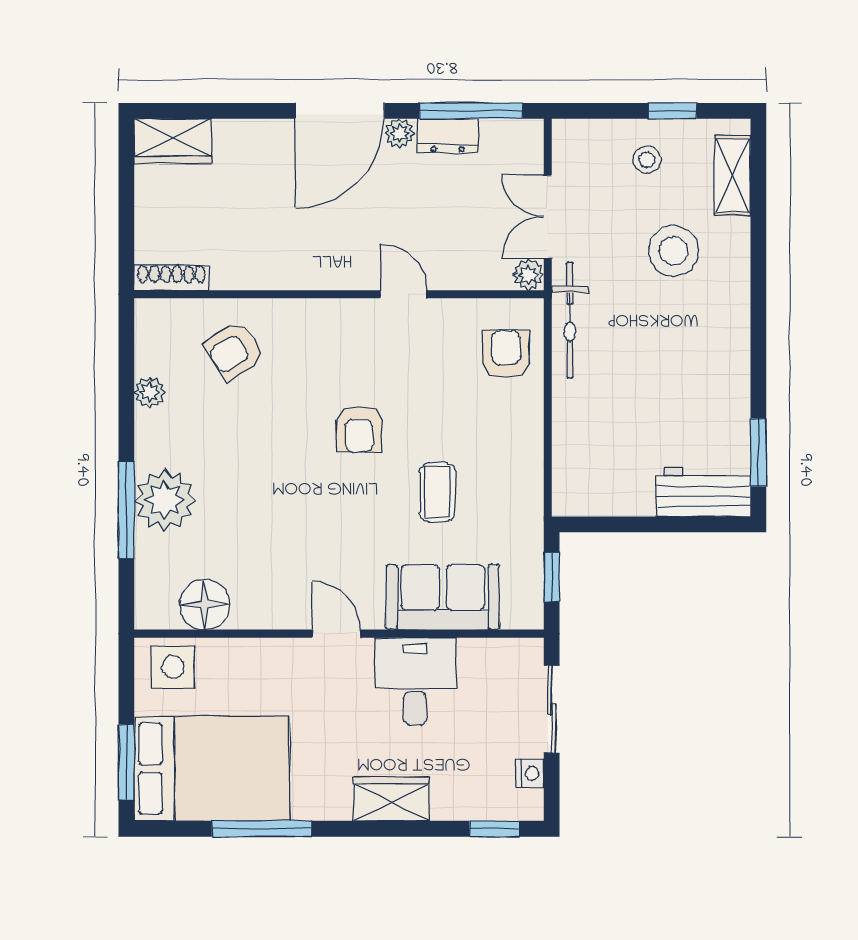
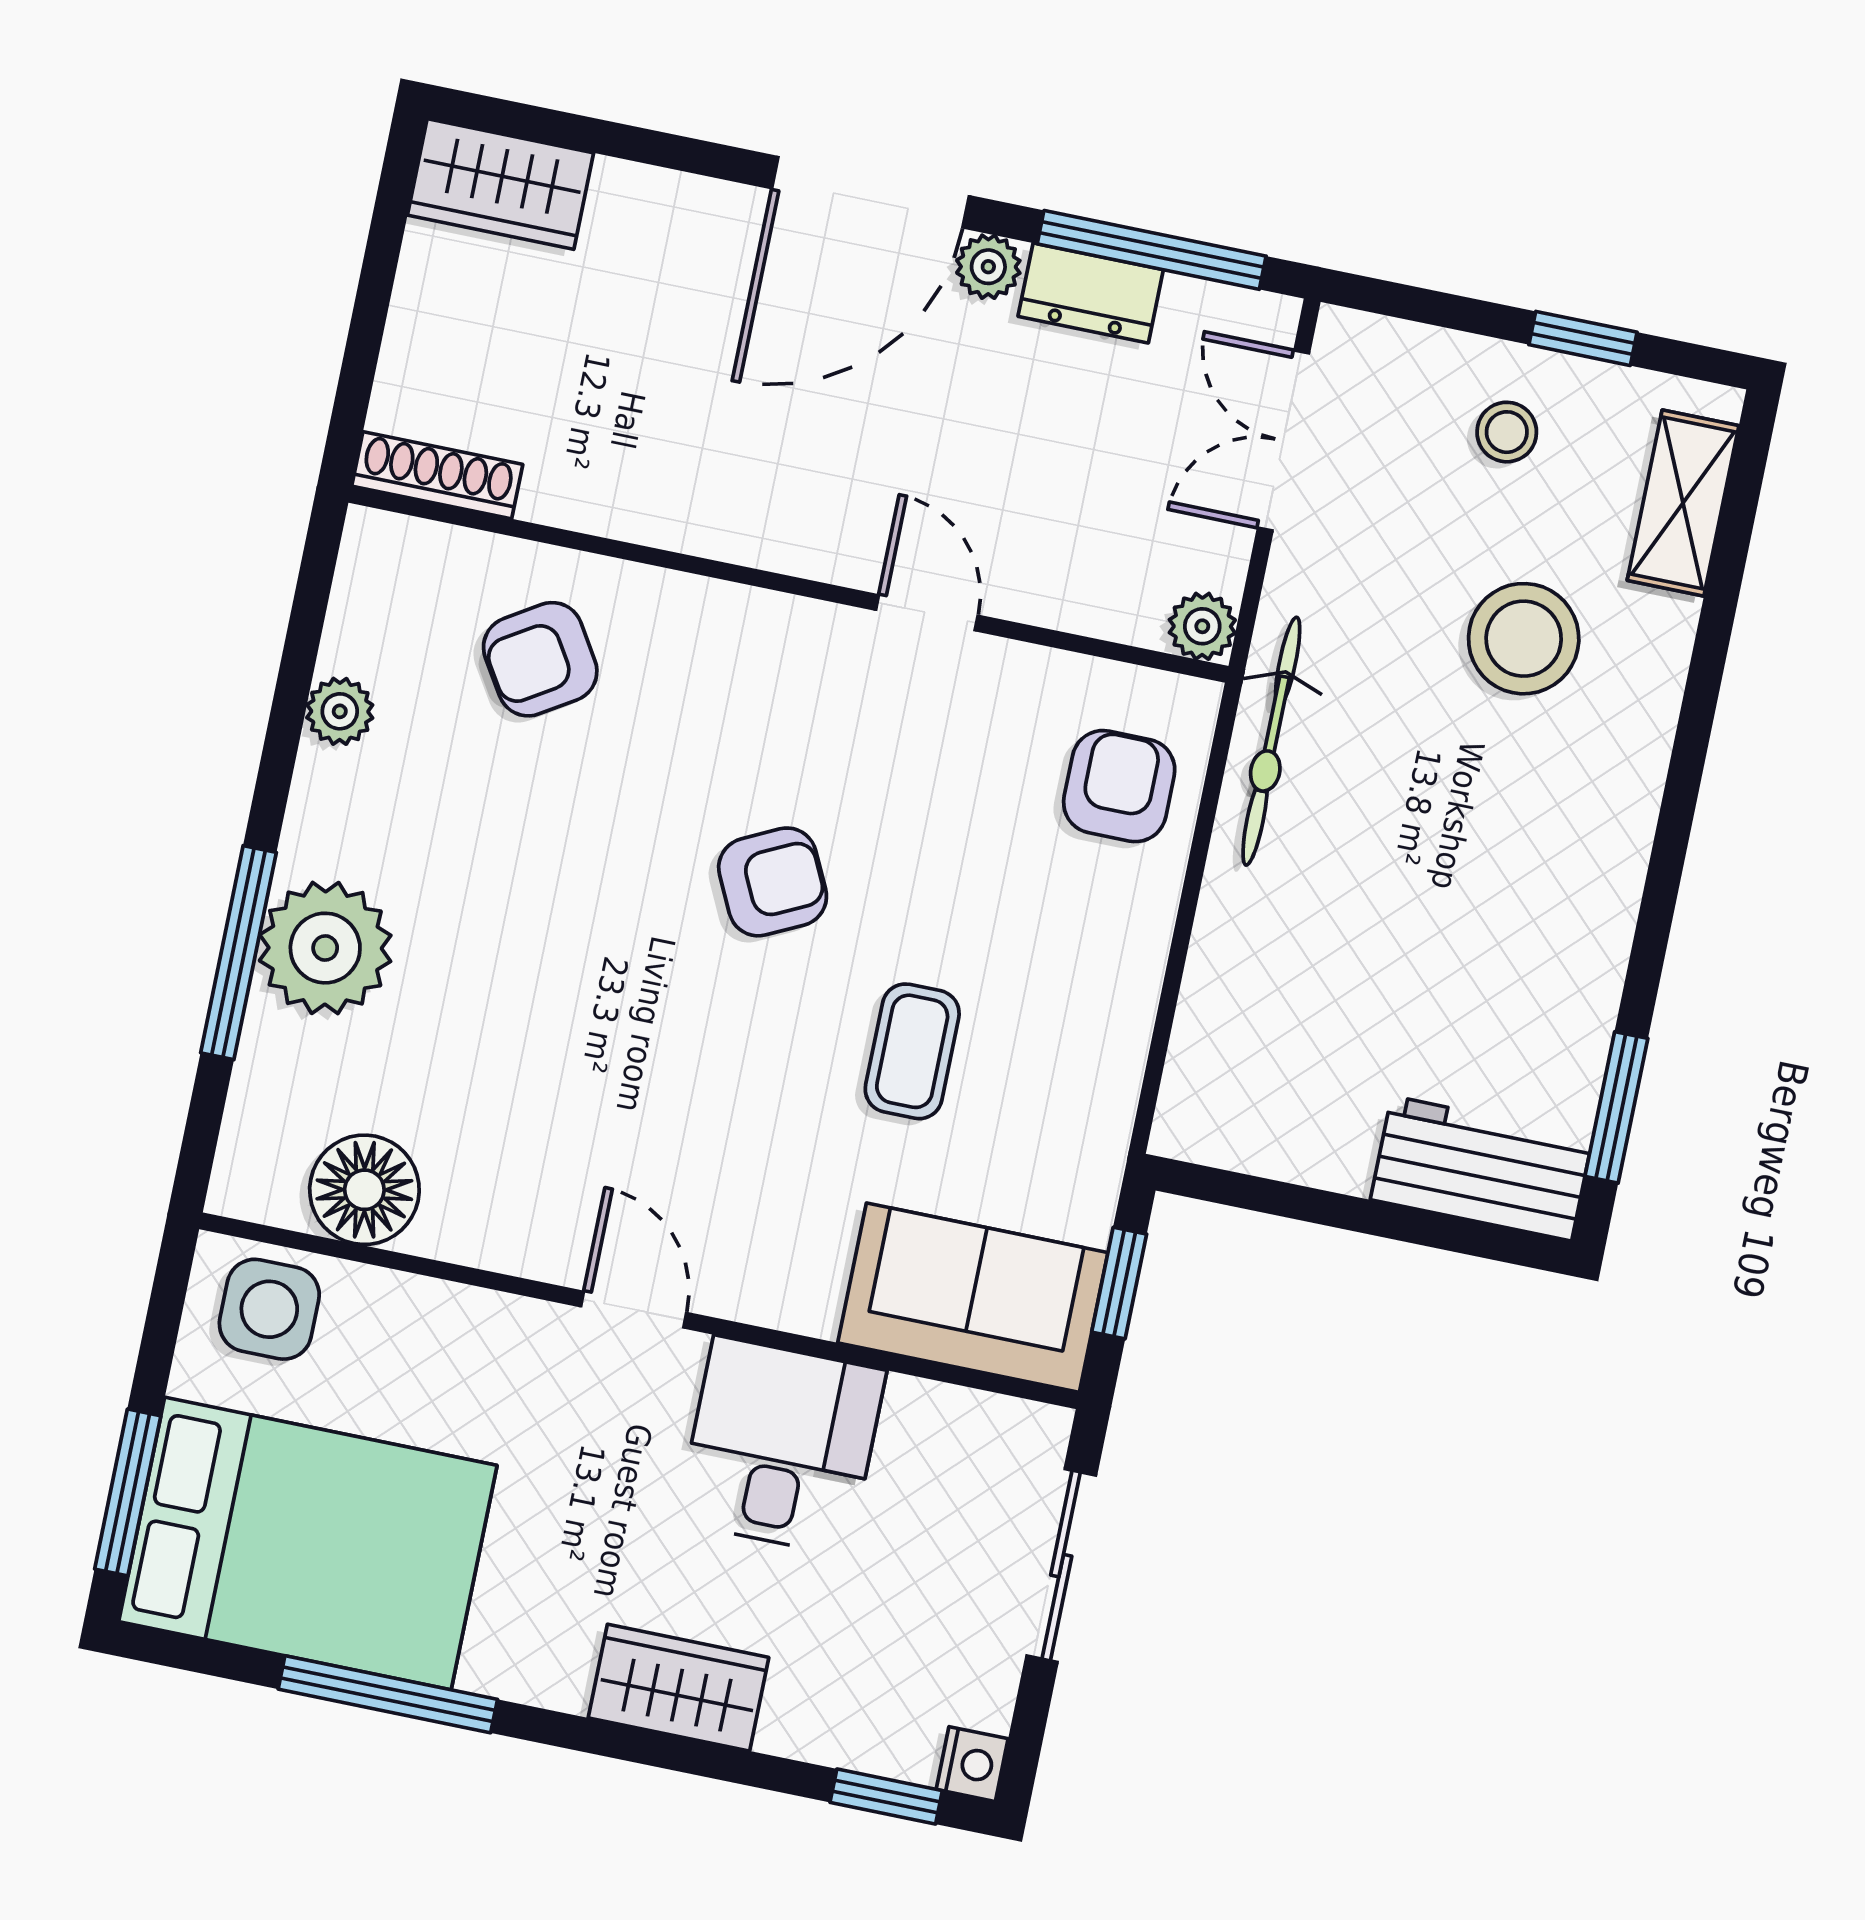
double door: (548, 216) -> (1283, 440), moved
armchair: (359, 429) -> (773, 882), turned -116
sofa: (443, 597) -> (973, 1298), moved
nightstand: (530, 773) -> (972, 1764), moved

